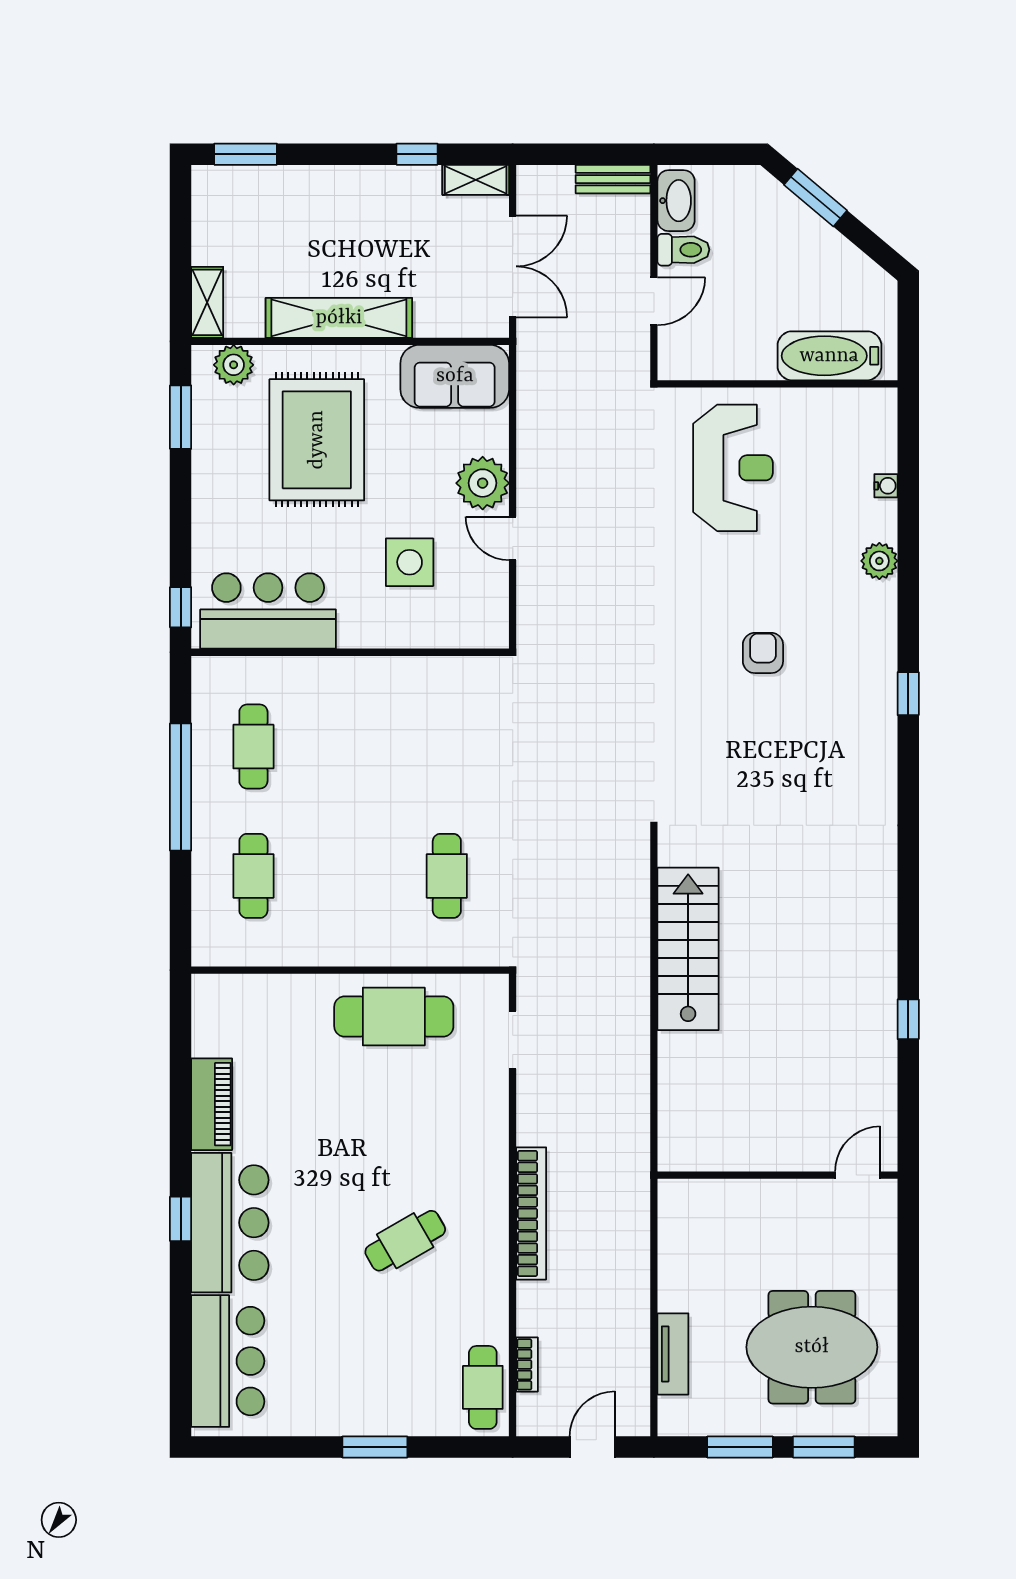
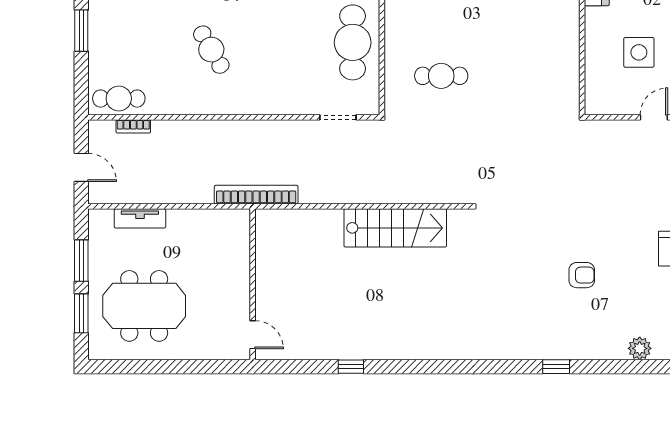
bookcase: (531, 1213) -> (256, 195), moved, turned 180
meeting table: (812, 1347) -> (144, 306), turned 90

